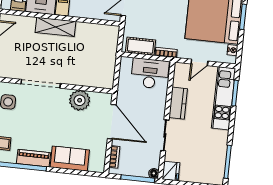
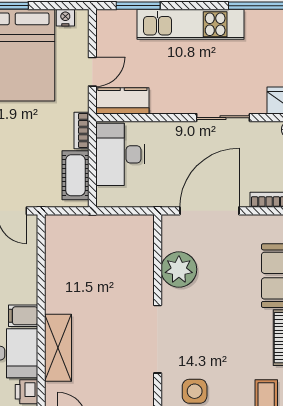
shelving: (55, 27) -> (58, 348), moved
door: (199, 62) -> (92, 72), hinge flipped
kitchen unit: (224, 98) -> (191, 24), moved
kitchen counter: (178, 103) -> (122, 101), moved

